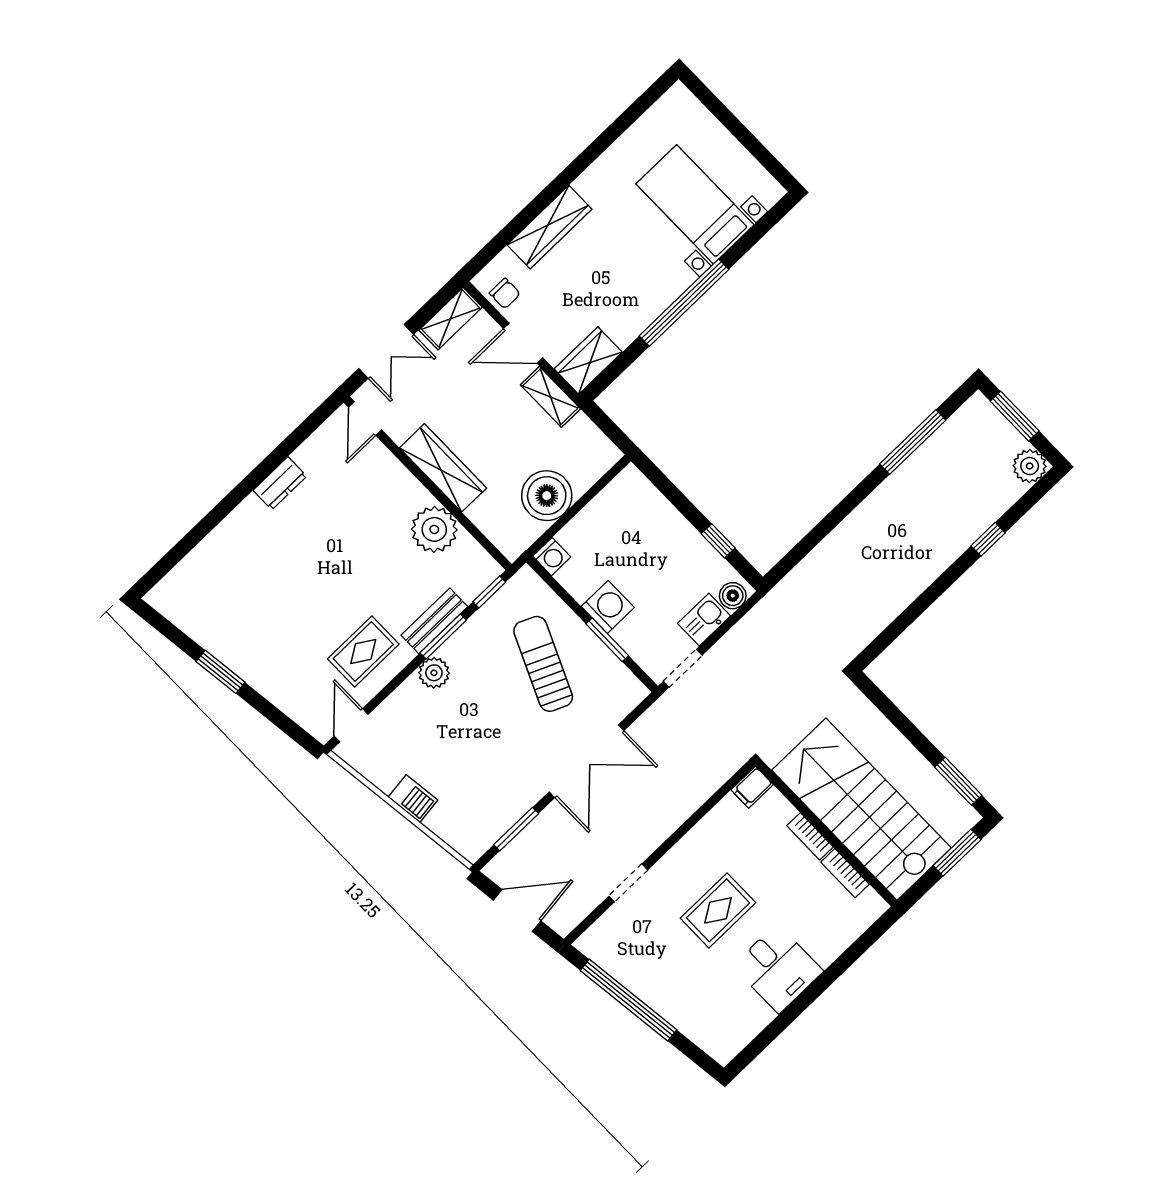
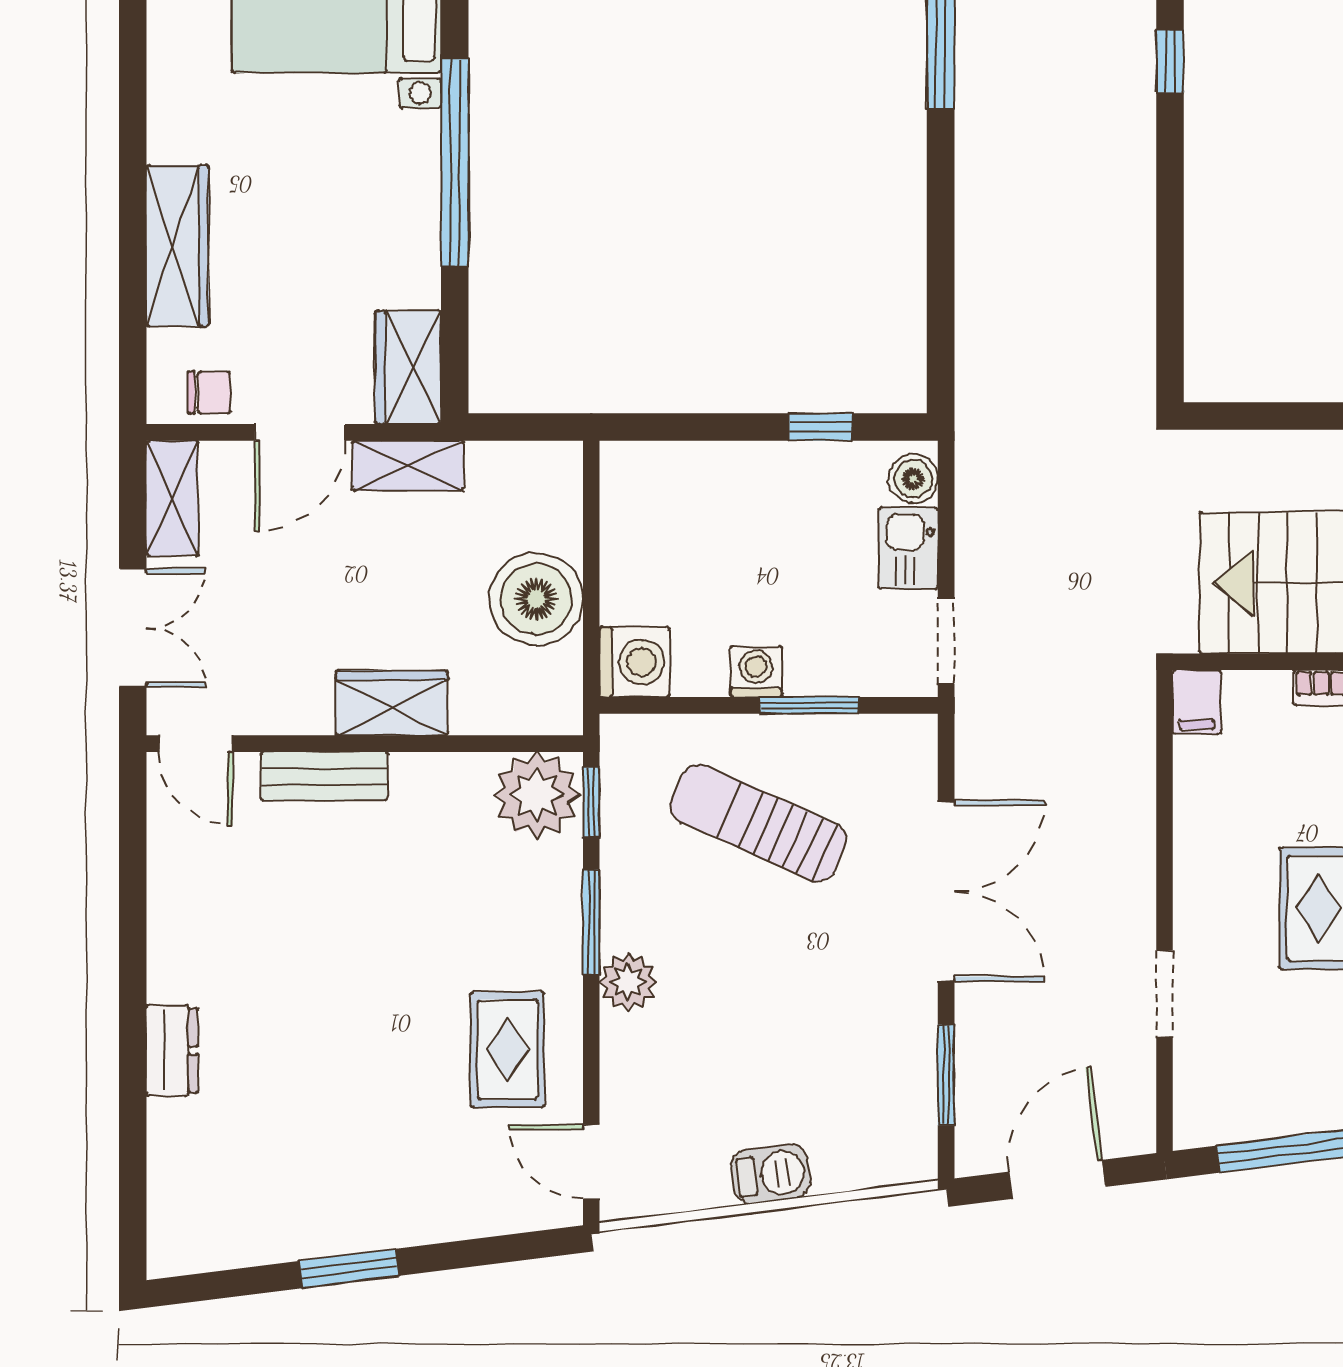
wardrobe: (443, 468) -> (392, 703), width x0.67
dresser: (280, 483) -> (172, 1050), moved
plant: (434, 529) -> (537, 795), moved
washing machine: (552, 557) -> (635, 662), width x1.38, depth x1.38
washing machine: (608, 607) -> (756, 672), width x0.73, depth x0.73
bench: (434, 621) -> (324, 776), moved, turned 90

